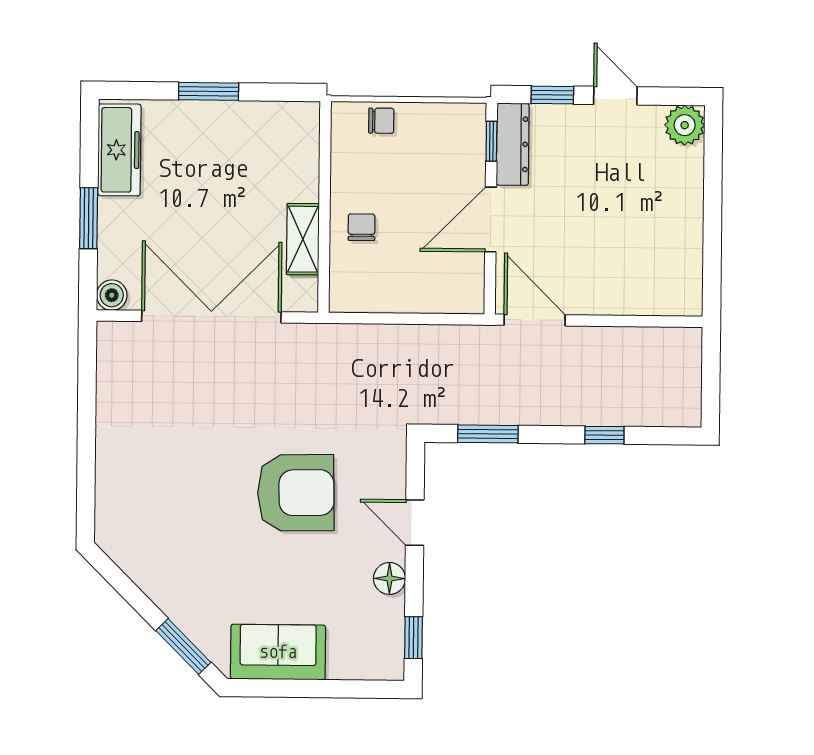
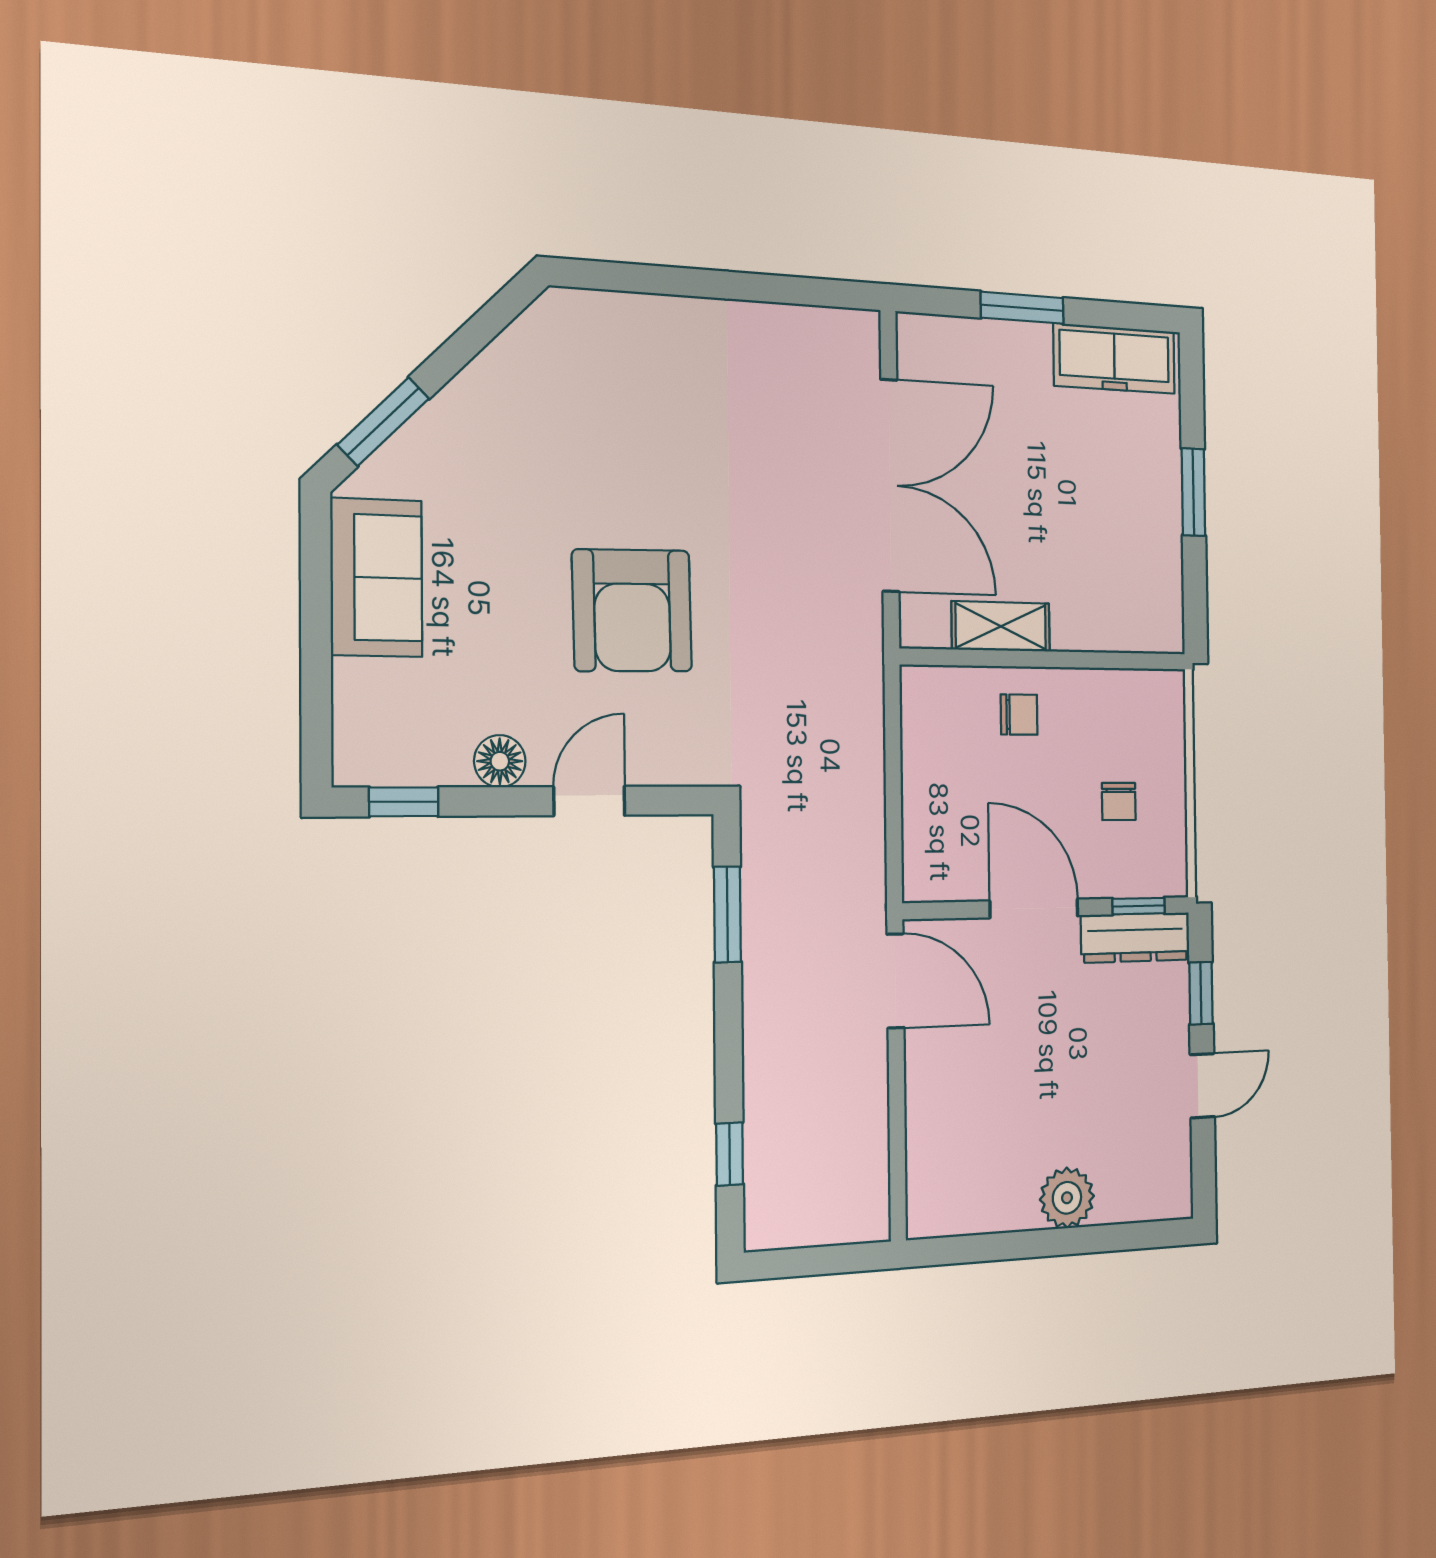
chair: (381, 121) -> (1119, 802), moved
plant: (685, 125) -> (1067, 1198), moved
boiler: (112, 295) -> (917, 336), removed
door: (535, 320) -> (895, 981), hinge flipped
window: (604, 435) -> (730, 1154), moved

